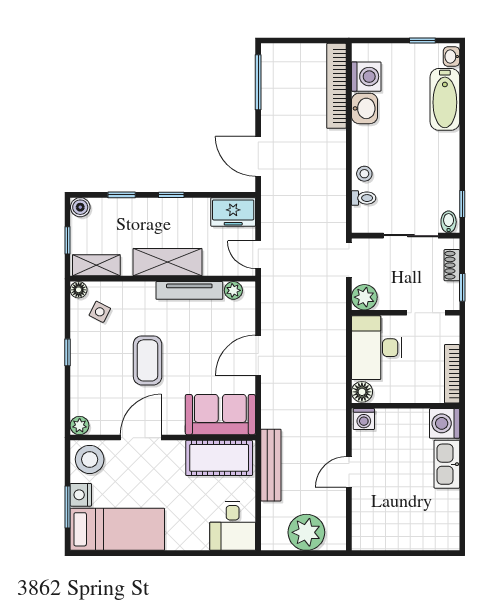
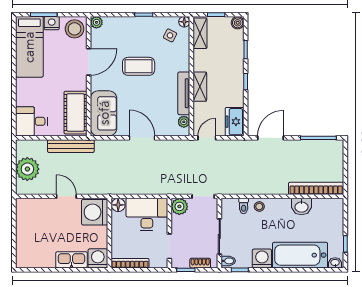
washing machine: (366, 77) -> (262, 259), moved, turned 180
bathtub: (445, 99) -> (300, 255), width x1.36, depth x1.36
shelving: (168, 262) -> (200, 87), width x0.67, depth x0.75
washing machine: (364, 419) -> (95, 212), width x1.89, depth x1.89
door: (141, 438) -> (89, 62), hinge flipped

